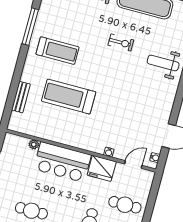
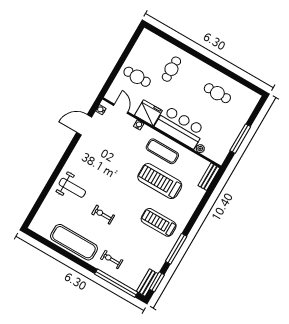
bench: (21, 97) -> (209, 177), moved
treadmill: (69, 97) -> (160, 181), turned 180
exercise mat: (75, 130) -> (162, 151), added
door: (133, 165) -> (121, 109), swing flipped

